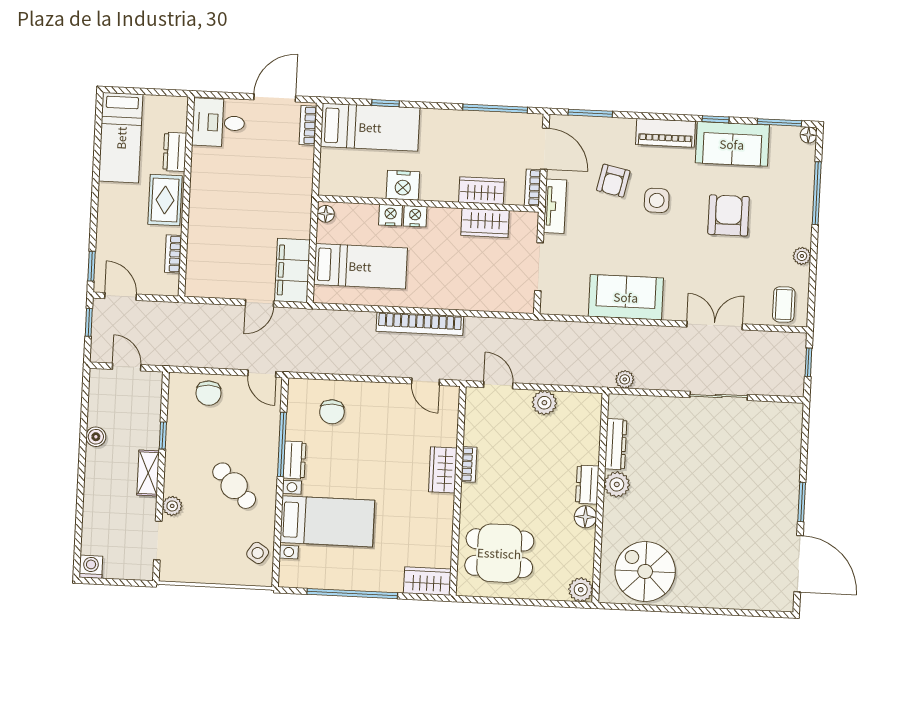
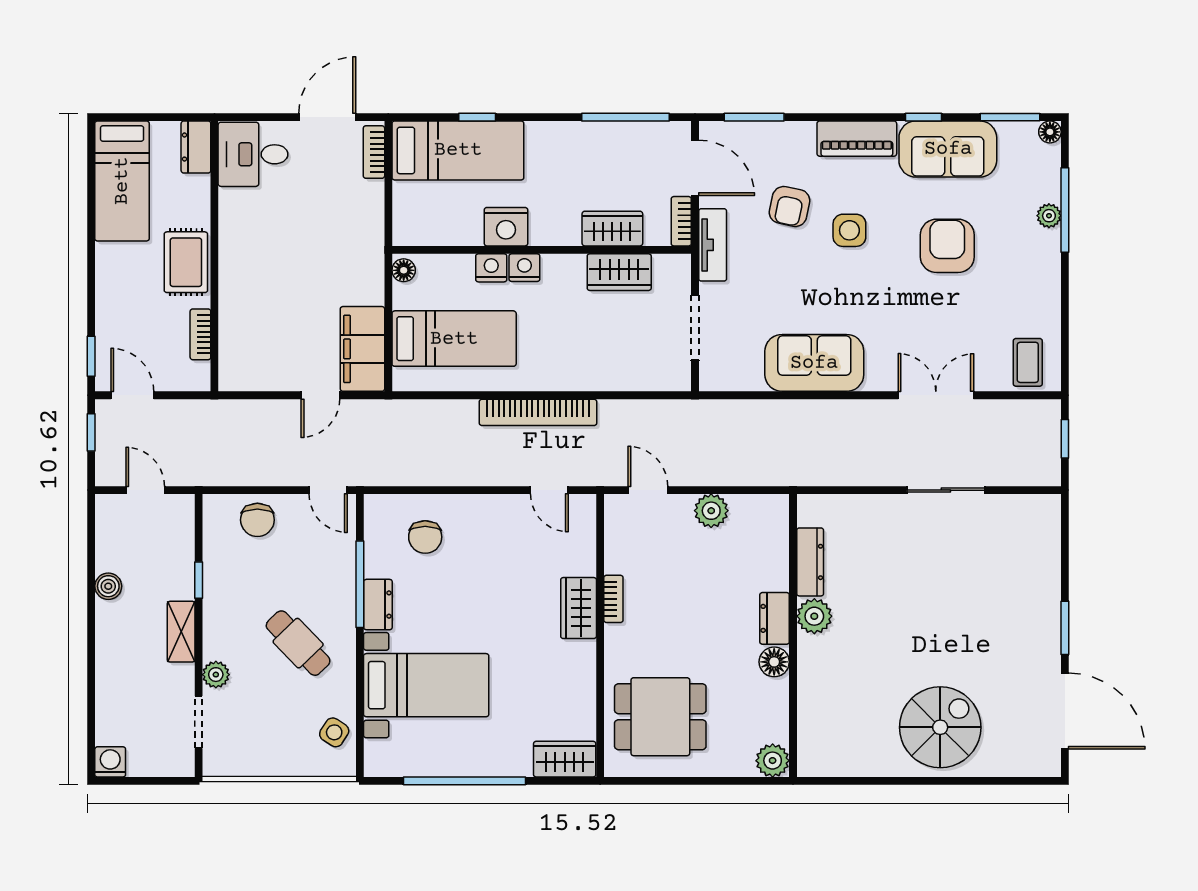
dresser: (175, 152) -> (196, 147), moved
plant: (802, 256) -> (1049, 216), moved
plant: (625, 379) -> (818, 474), removed
spiral stairs: (645, 571) -> (940, 727), moved, turned 90

